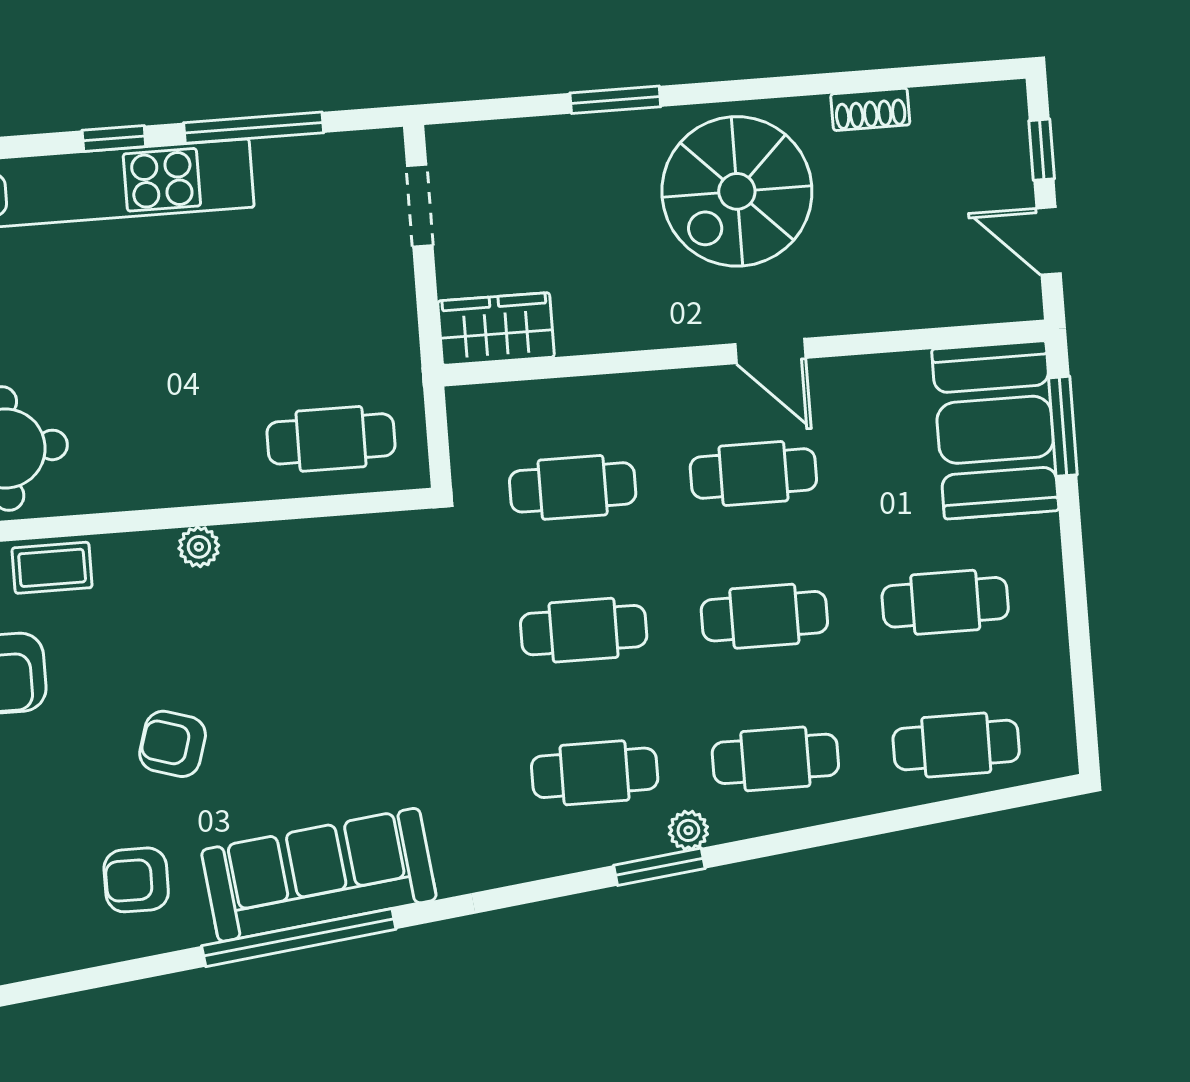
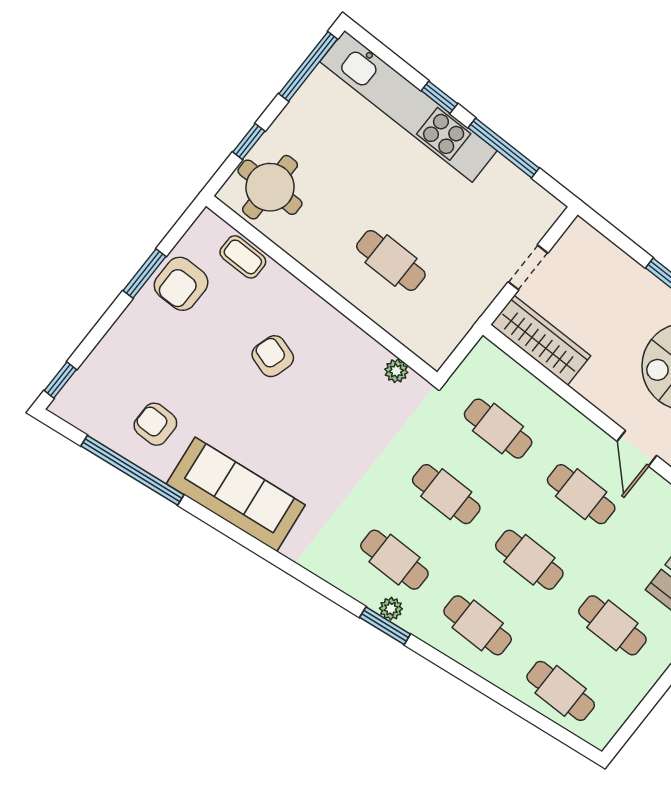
doorway: (420, 205) -> (528, 267), moved
wardrobe: (496, 329) -> (541, 340), width x1.50
cafe table: (331, 439) -> (391, 261), moved
plant: (199, 547) -> (396, 371), moved
armchair: (173, 744) -> (273, 356), moved
plant: (688, 830) -> (391, 609), moved
window: (299, 938) -> (132, 470), moved

